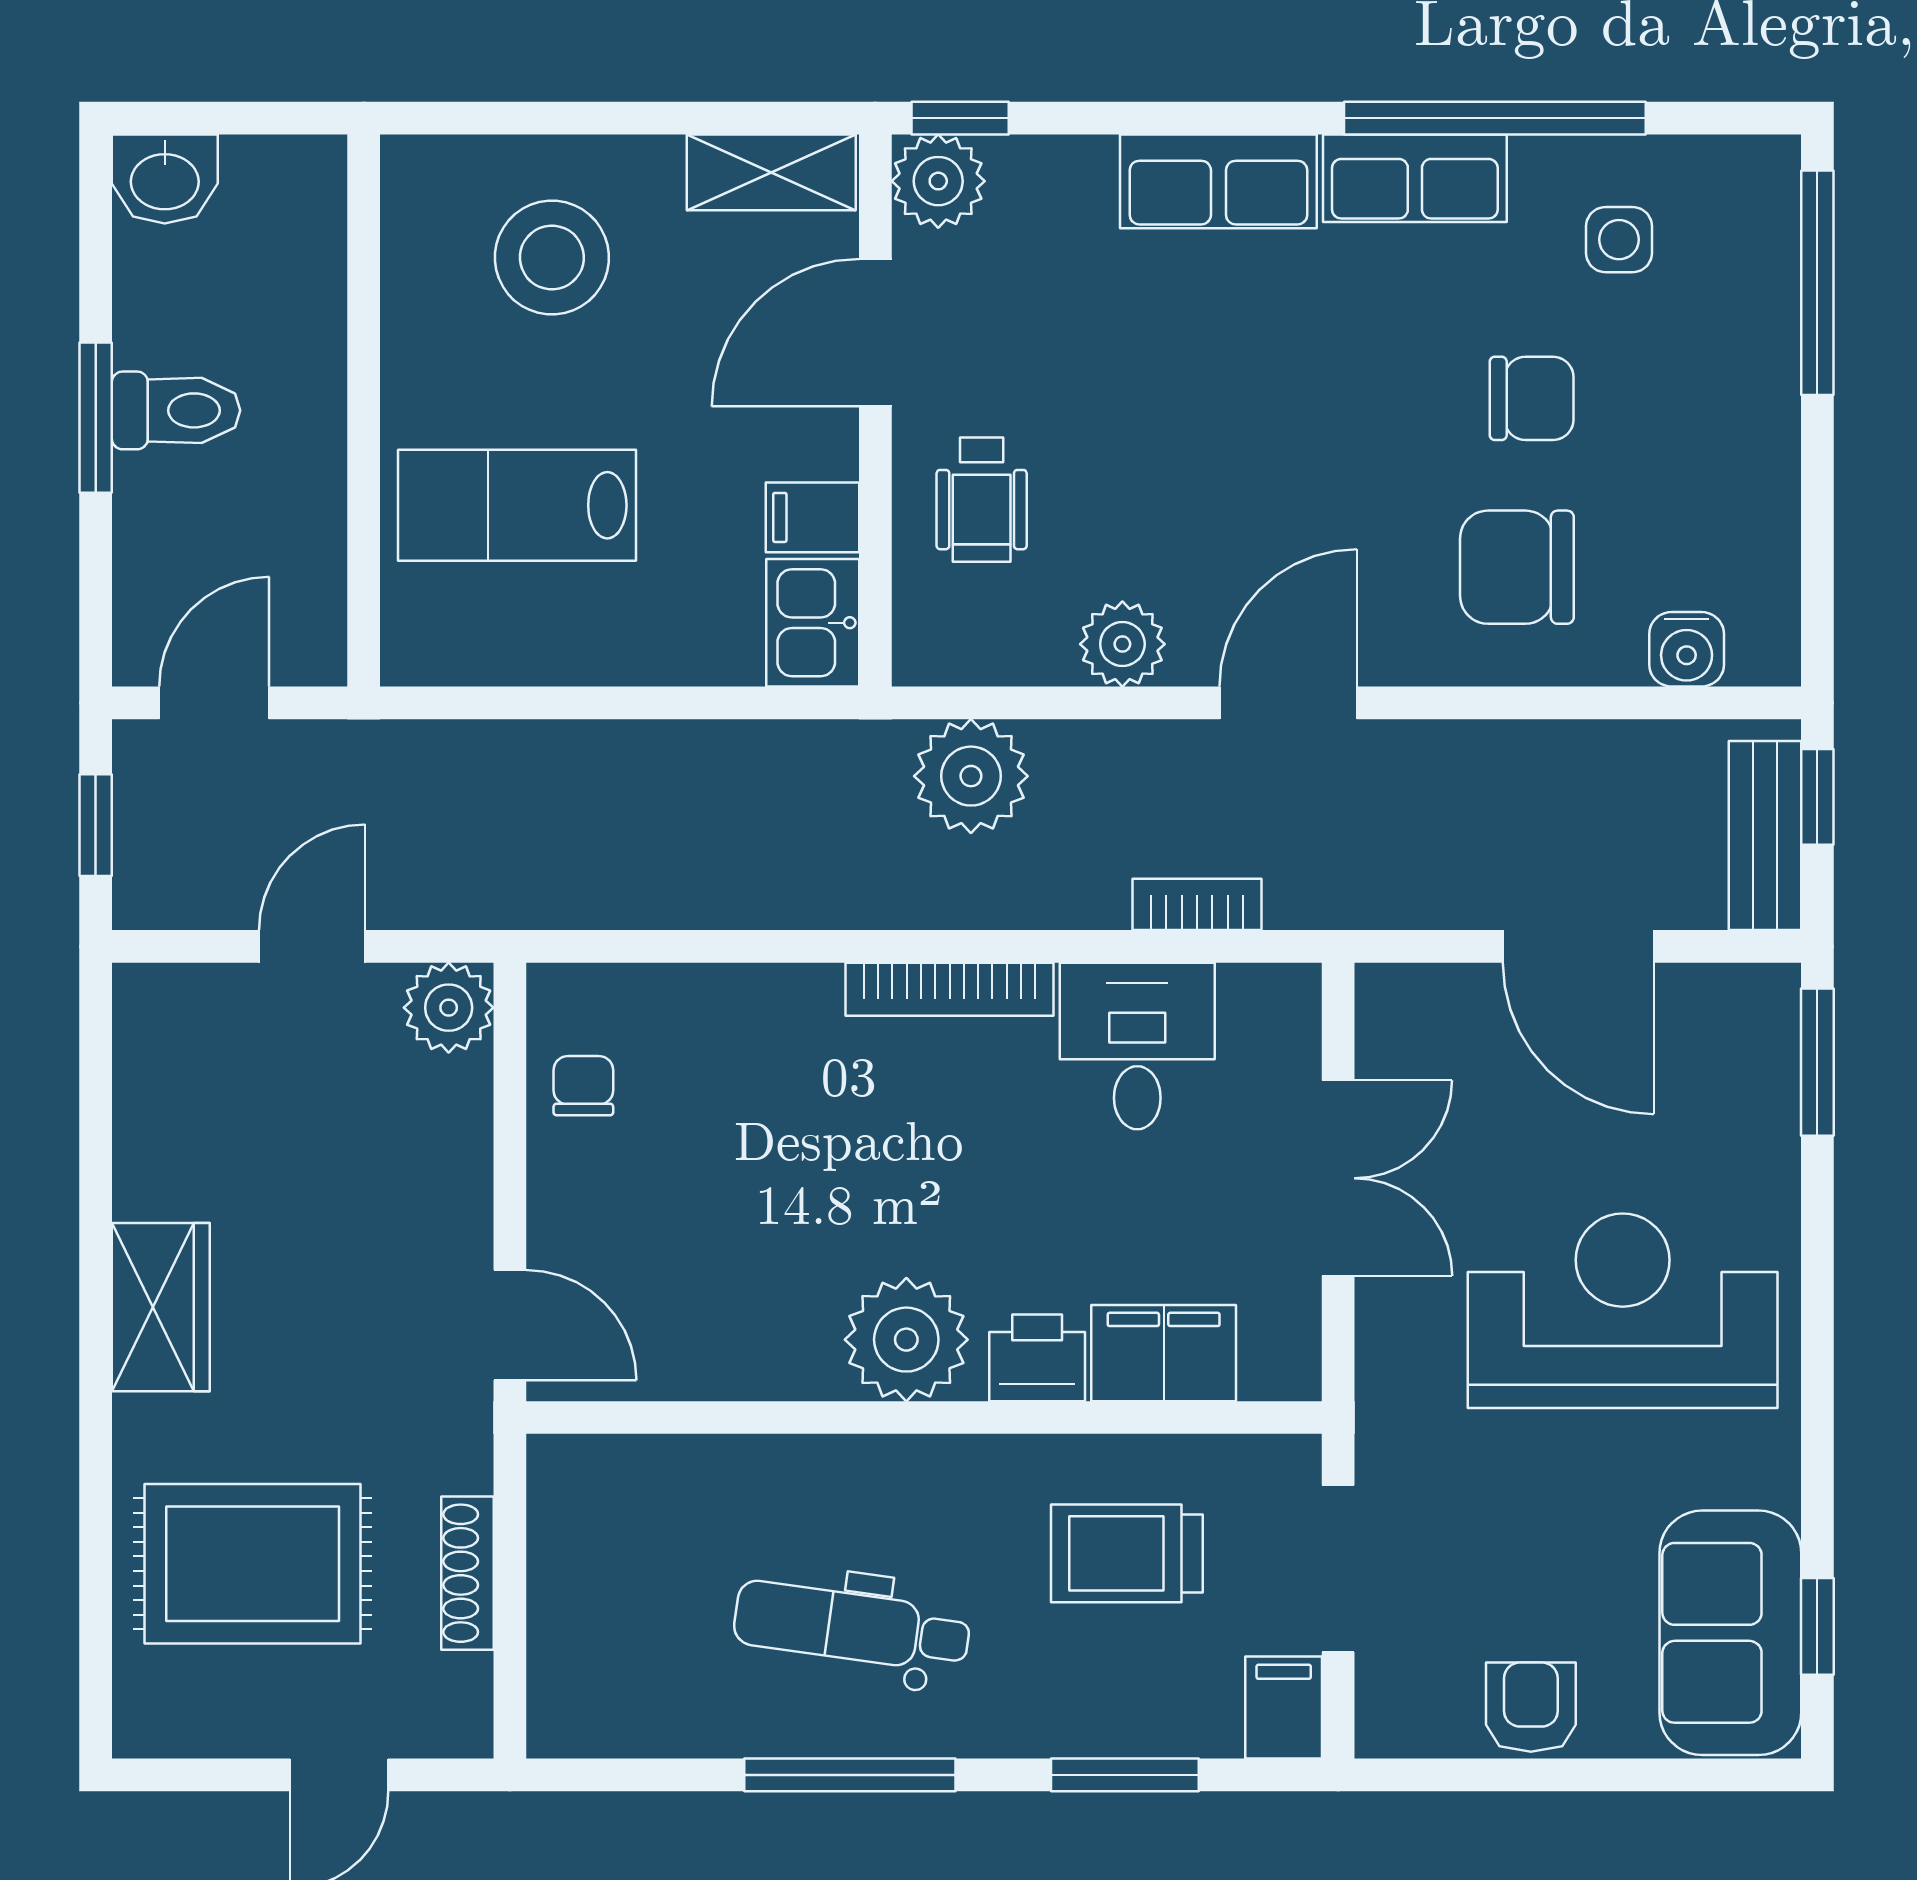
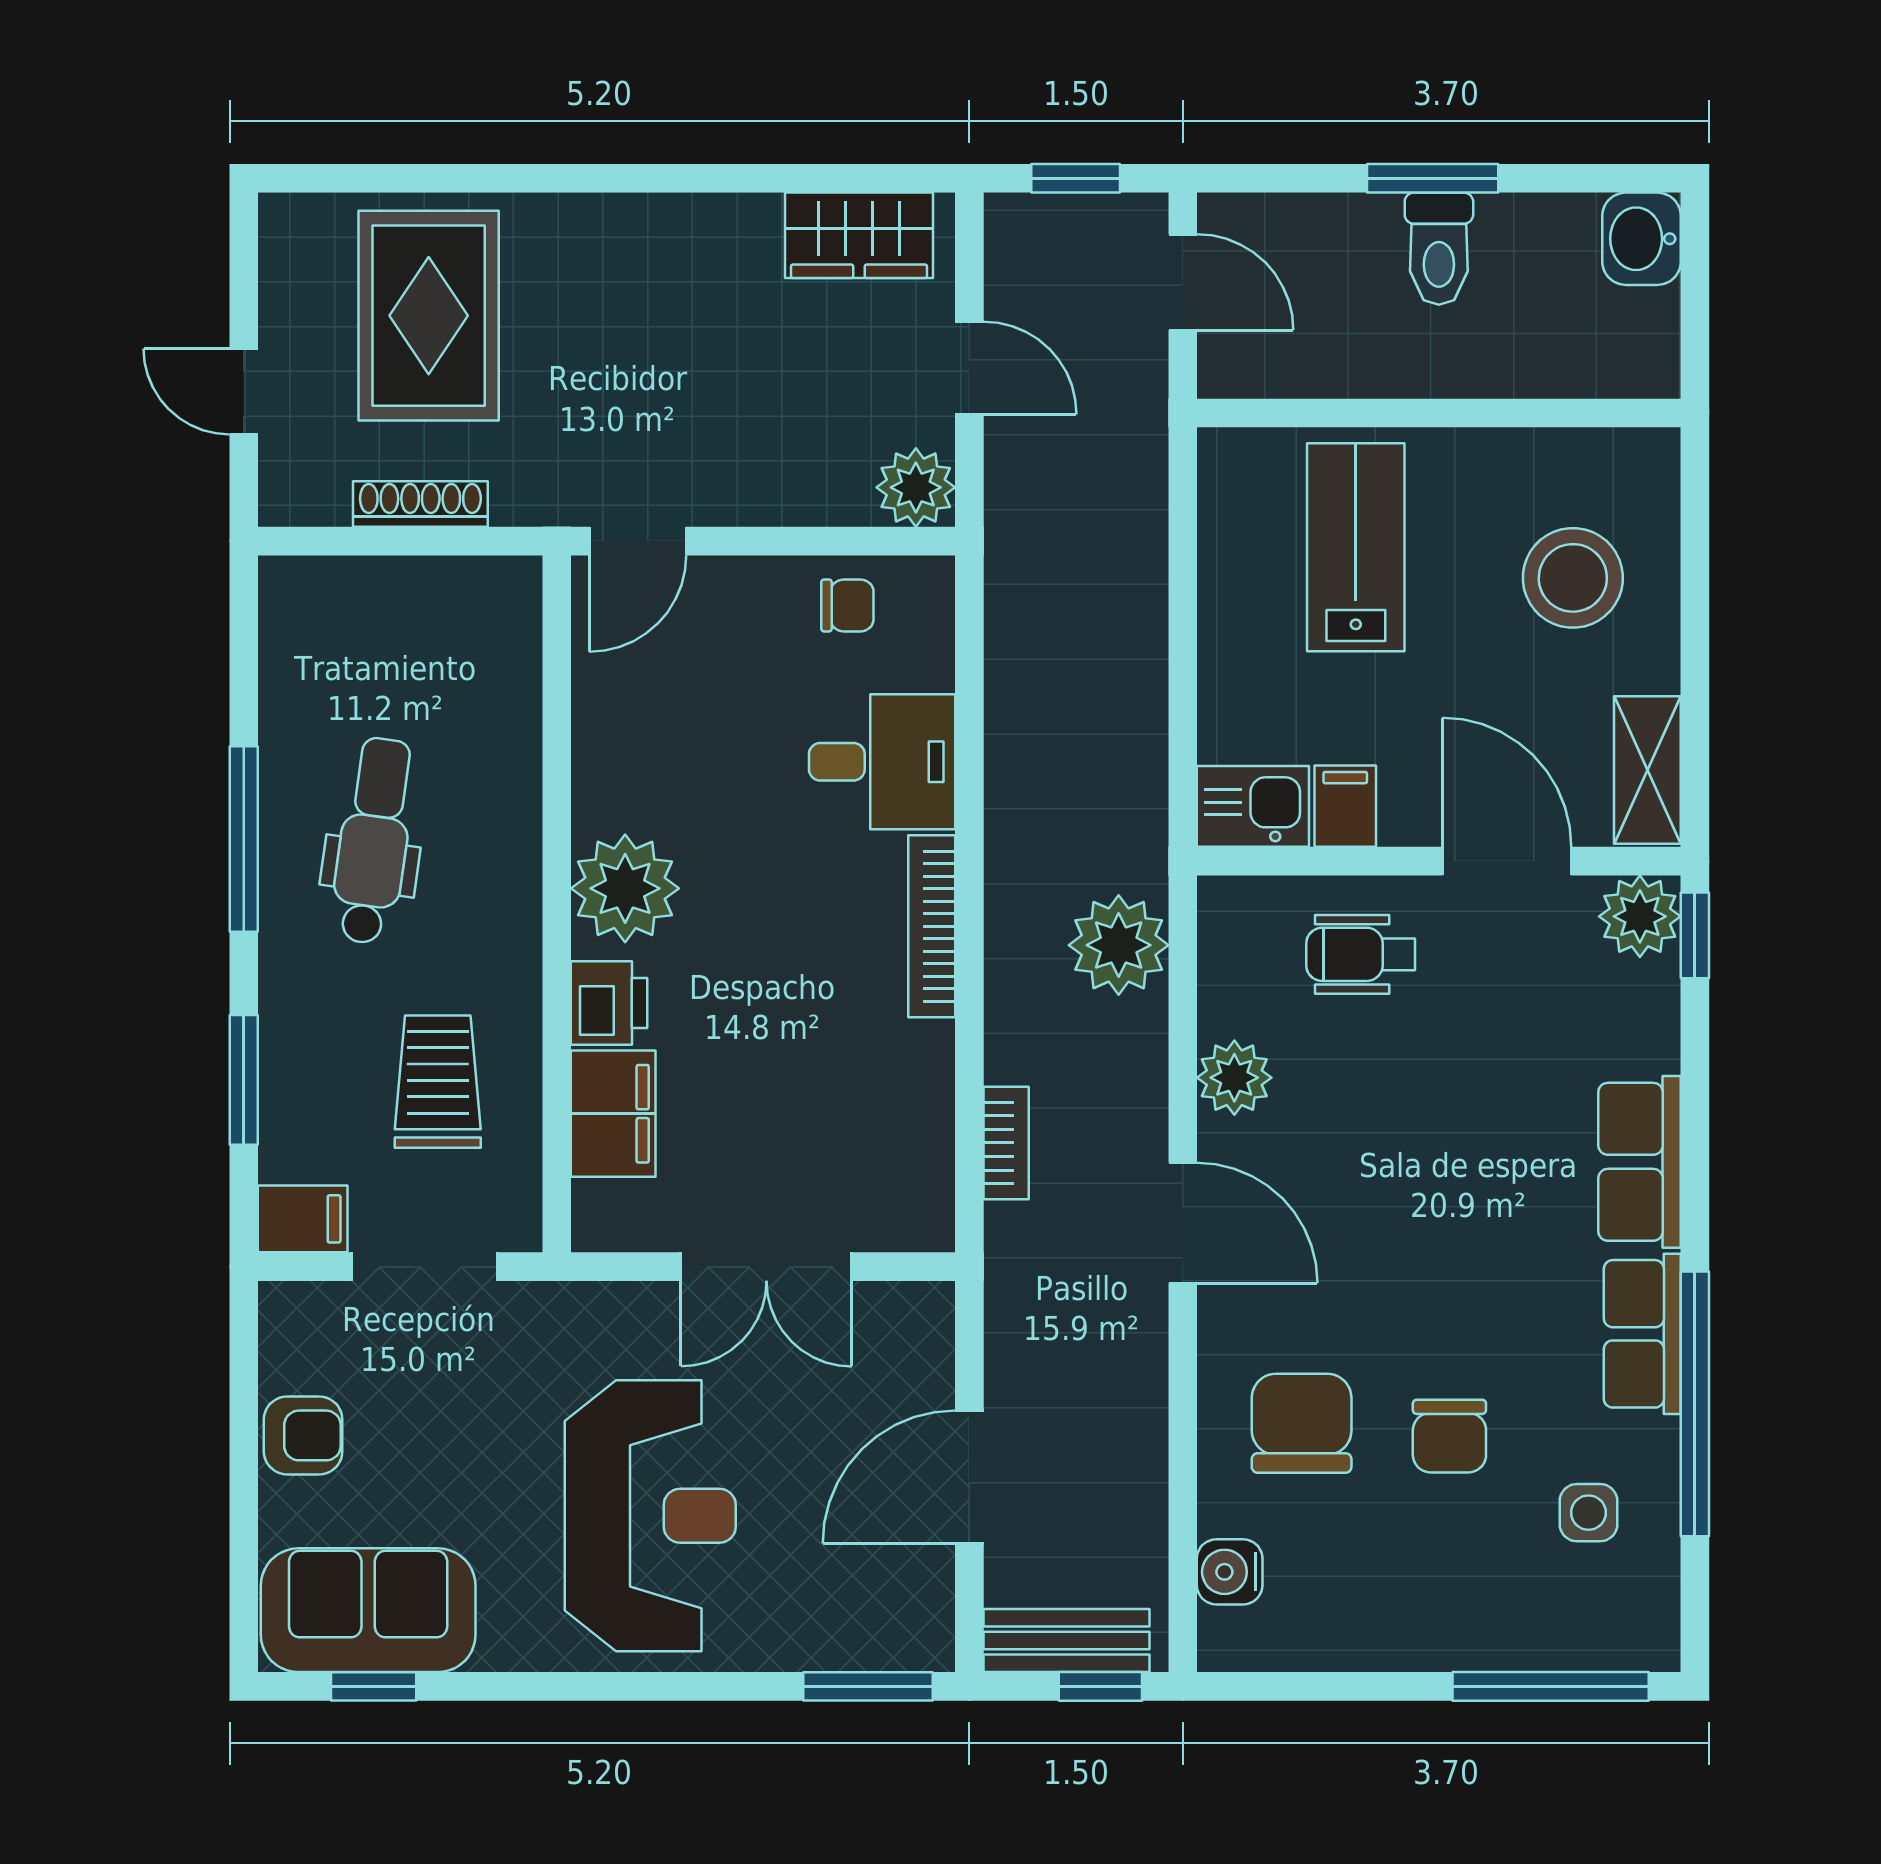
desk: (1137, 1046) -> (882, 762), moved
wardrobe: (161, 1307) -> (859, 235), moved

